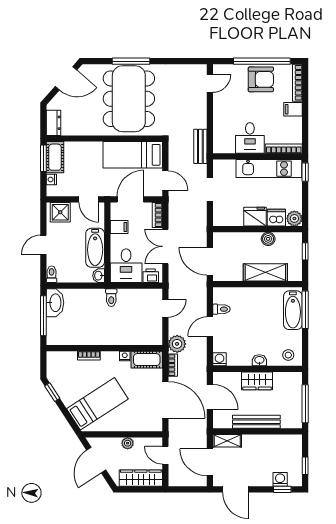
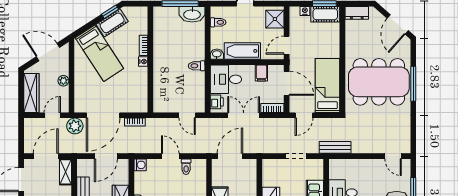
toilet: (52, 274) -> (218, 22), moved
plant: (177, 344) -> (75, 126), moved
nightstand: (125, 356) -> (143, 62), moved
cot: (147, 360) -> (112, 23), moved, turned 57

